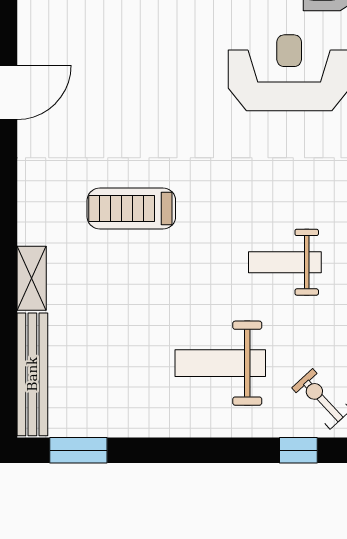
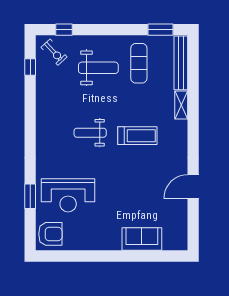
weight bench: (285, 262) -> (90, 133), moved, turned 180
exercise mat: (128, 374) -> (139, 63), added

